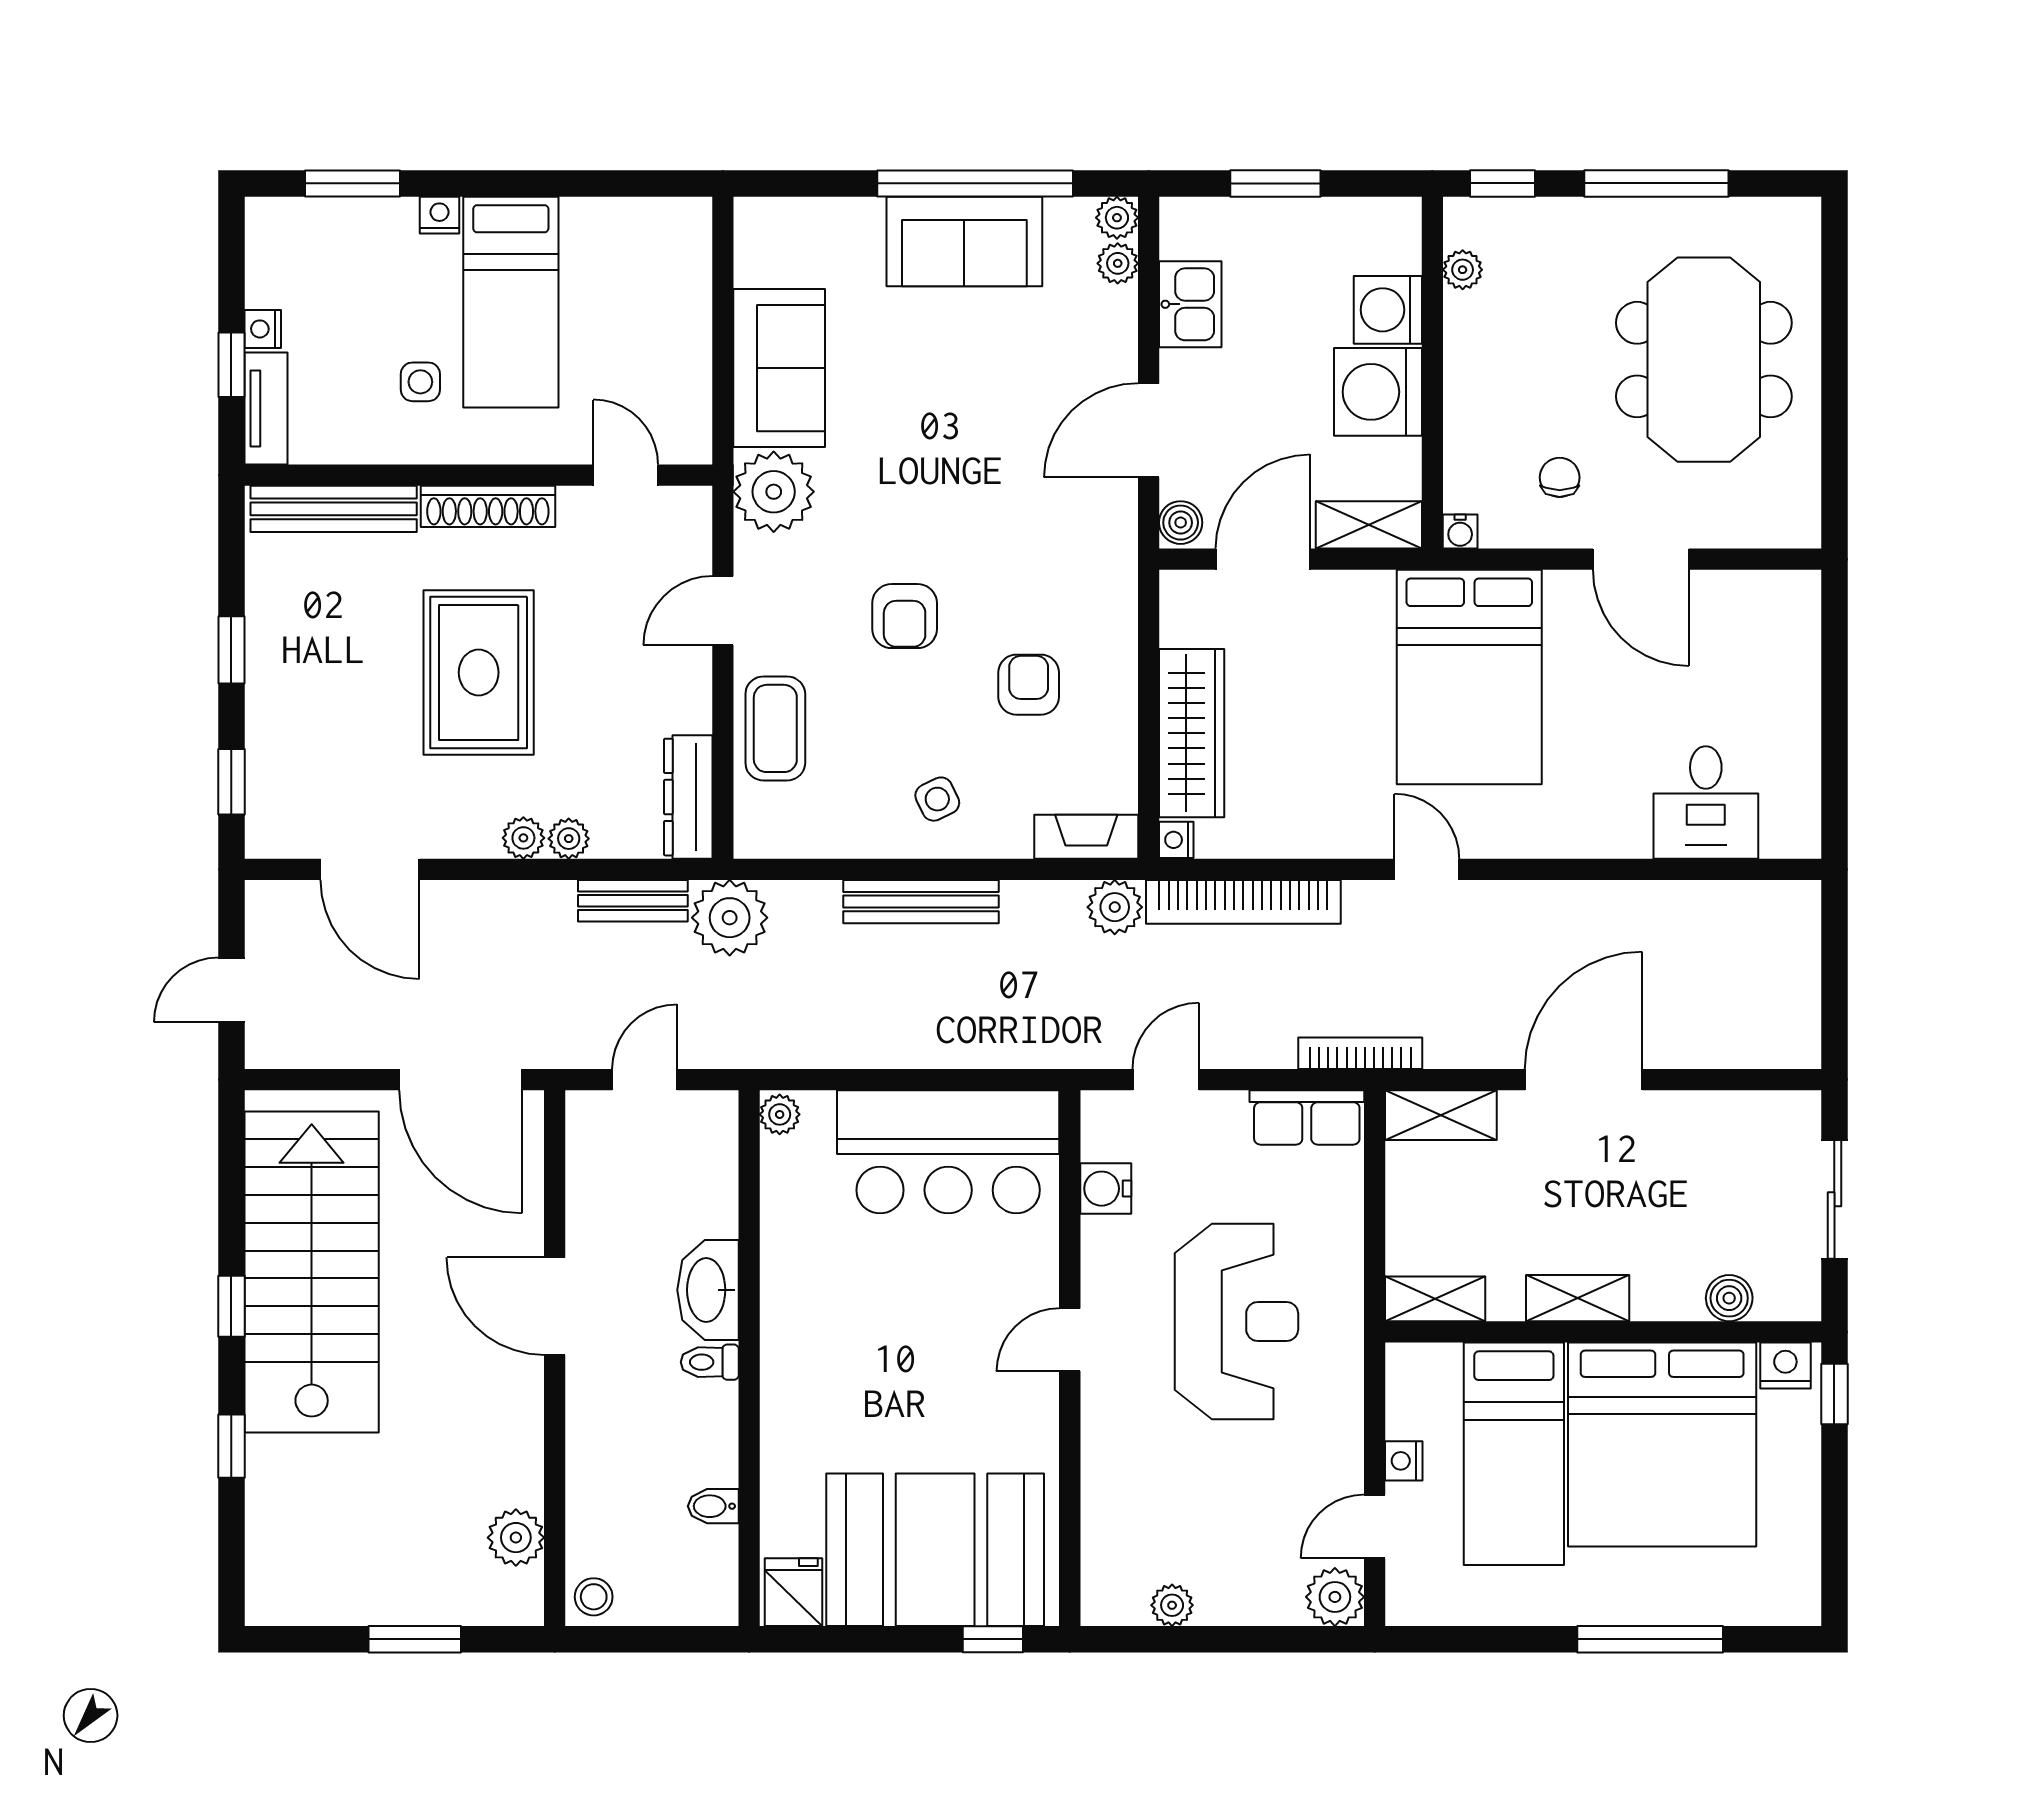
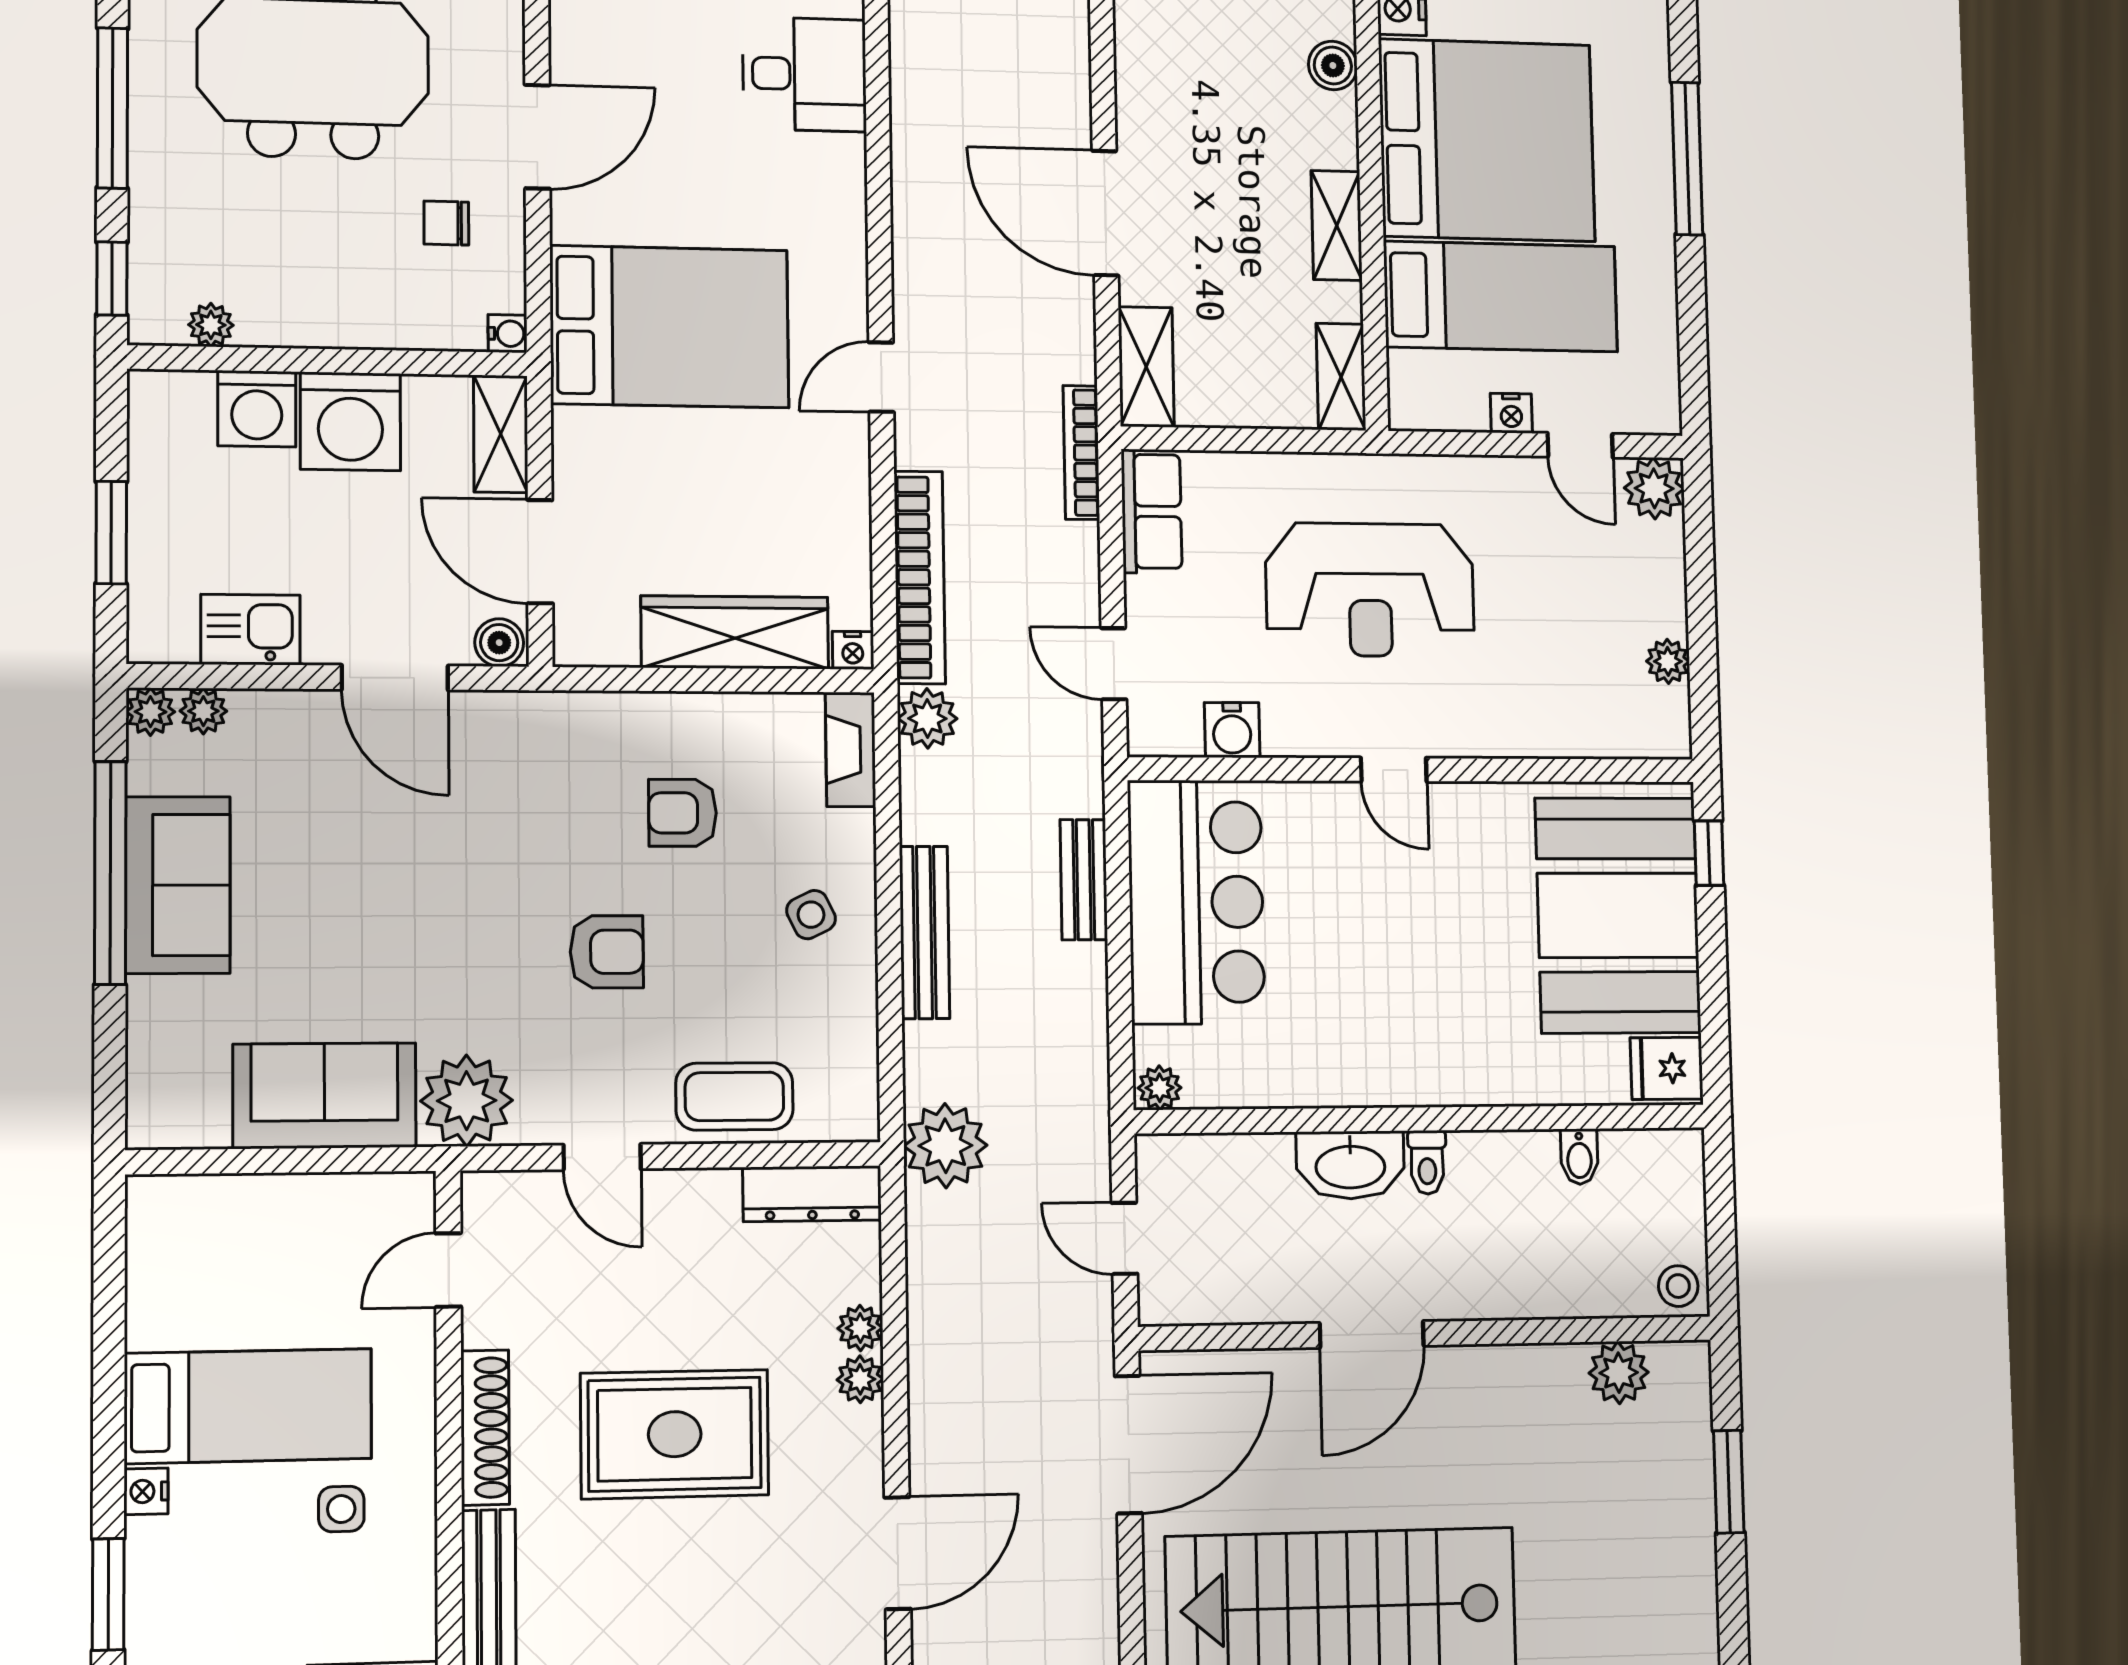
bench: (633, 901) -> (1084, 880), moved
reception desk: (1236, 1322) -> (1370, 590), turned 180

